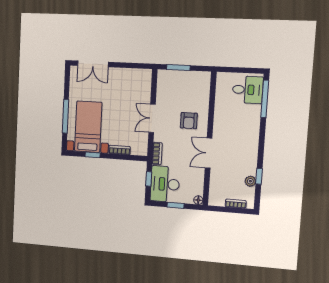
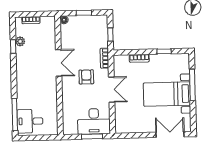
armchair: (189, 121) -> (86, 77), moved
bed with nightstands: (88, 127) -> (167, 94), moved, turned 90
desk: (165, 184) -> (94, 121), moved, turned 90

